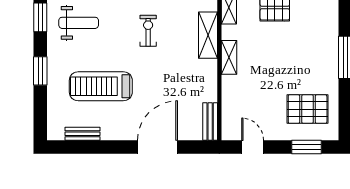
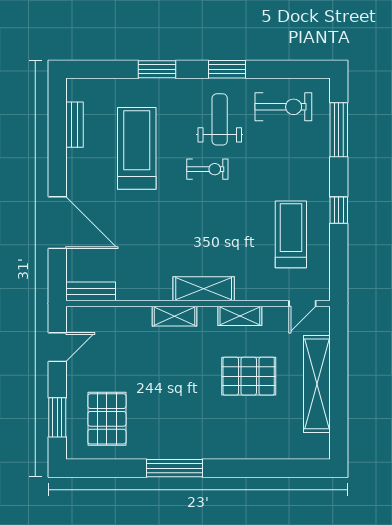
weight bench: (79, 23) -> (220, 119), turned 180
exercise bike: (148, 31) -> (207, 169), moved

